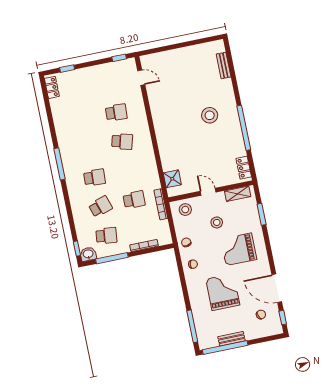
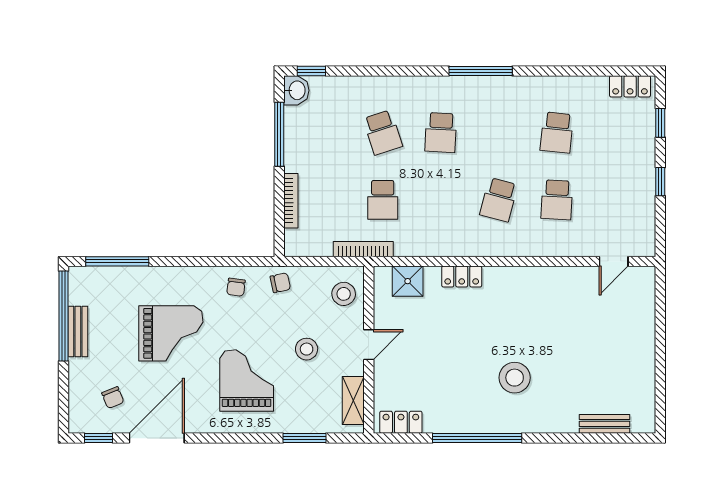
window: (119, 58) -> (660, 182), moved
locker: (164, 152) -> (462, 277), added
school desk: (106, 236) -> (557, 133), moved

